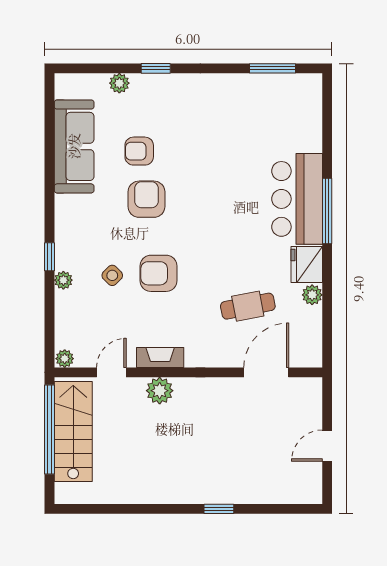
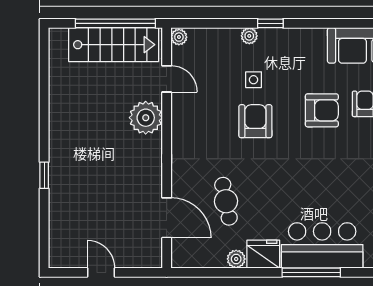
side table: (112, 275) -> (254, 80), turned 45
fireplace: (160, 358) -> (180, 123), removed
plant: (160, 391) -> (146, 118), width x1.36, depth x1.36

